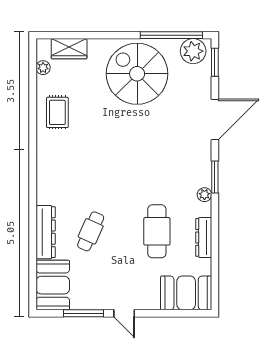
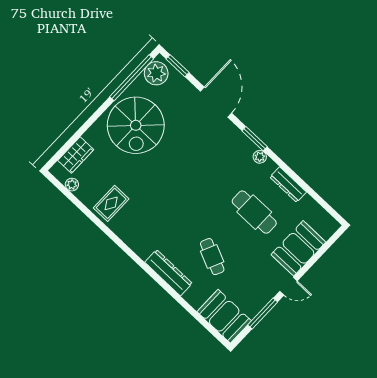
spiral stairs: (137, 74) -> (136, 125), turned -90
rug: (57, 112) -> (111, 203), turned 90
dresser: (46, 232) -> (169, 273), moved
booth: (186, 293) -> (298, 248), moved

